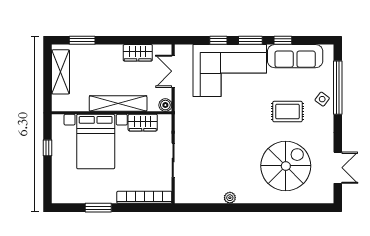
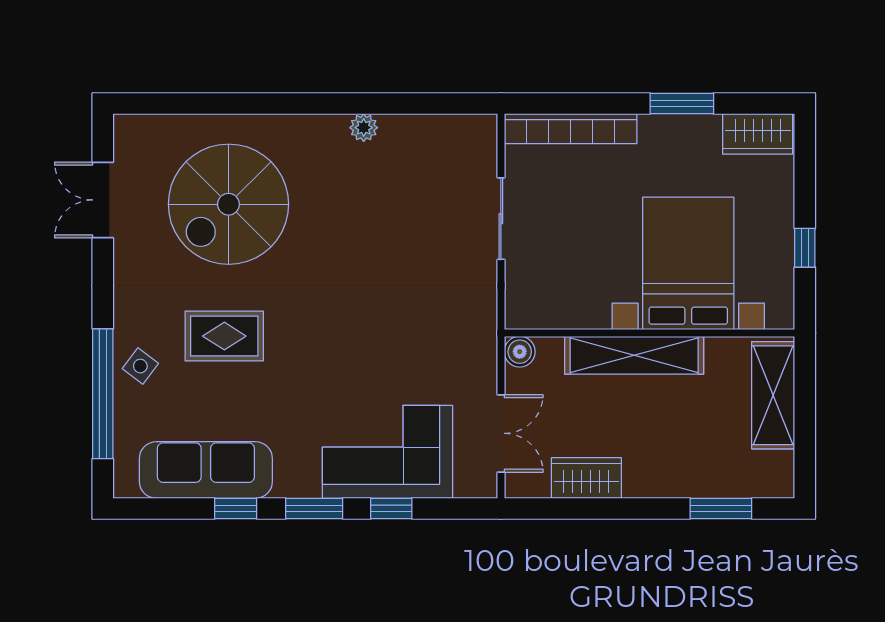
corner sofa: (230, 71) -> (387, 452), width x0.73, depth x0.74
shelving: (61, 72) -> (773, 395), moved
wardrobe: (143, 123) -> (758, 134), moved, turned 180

